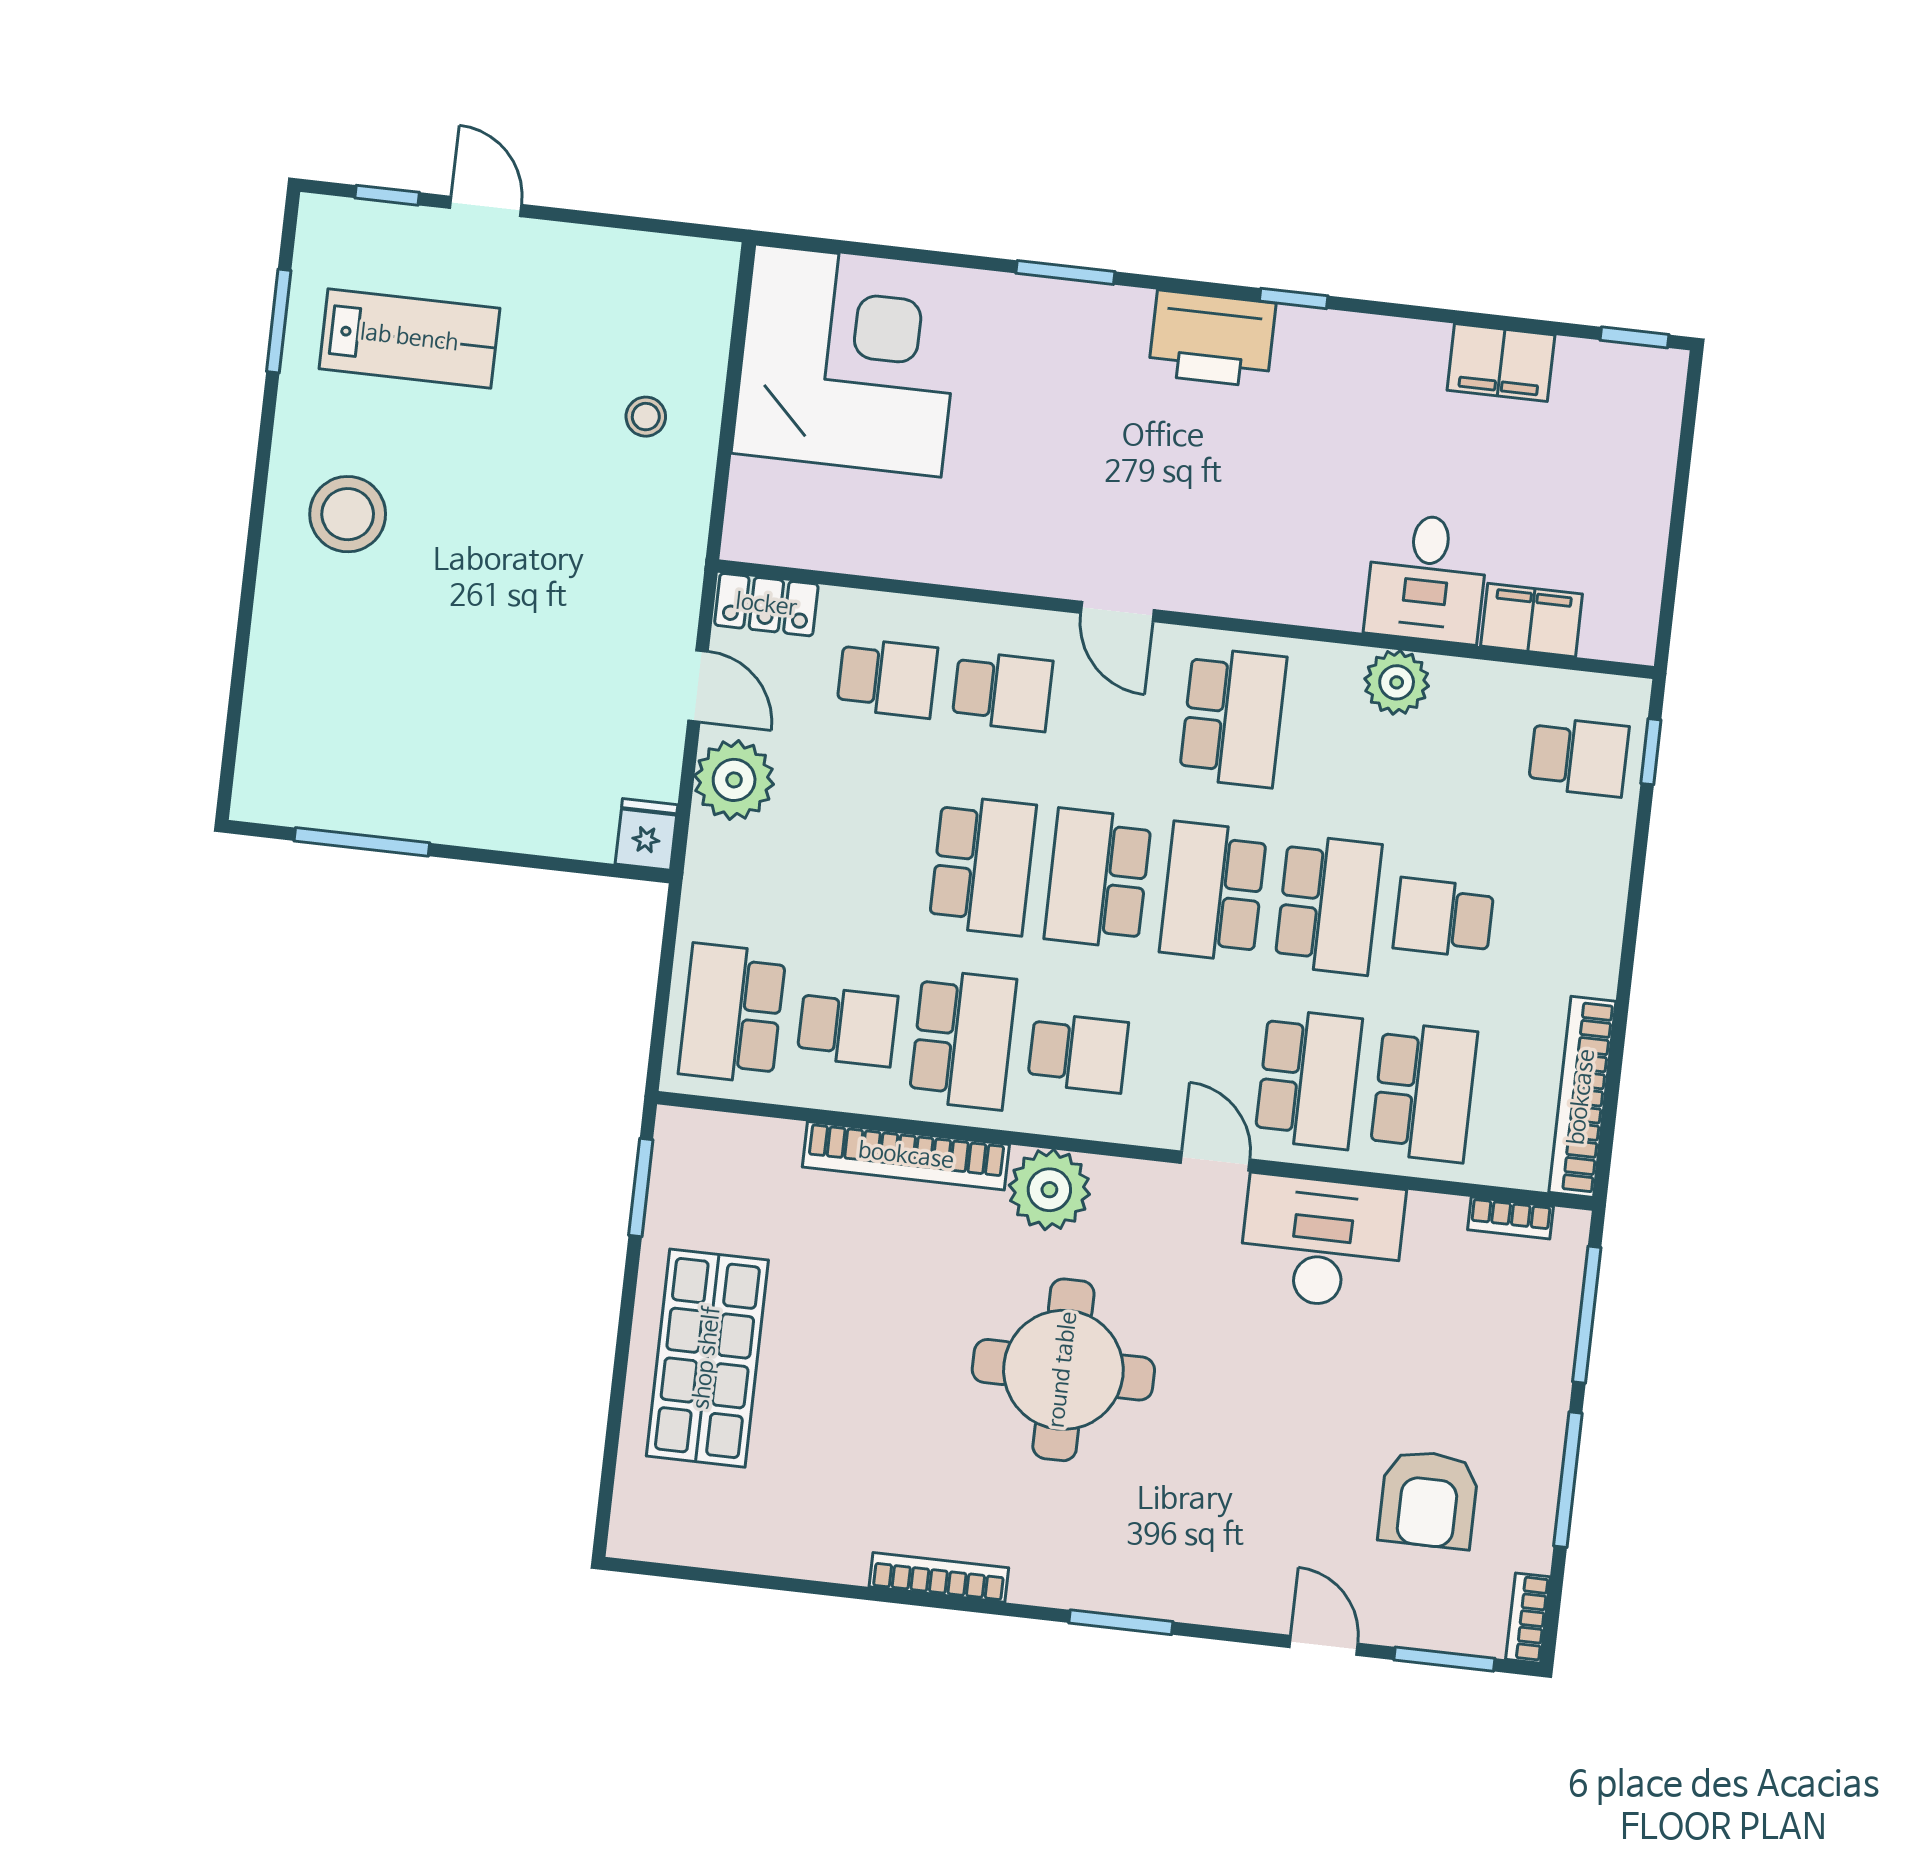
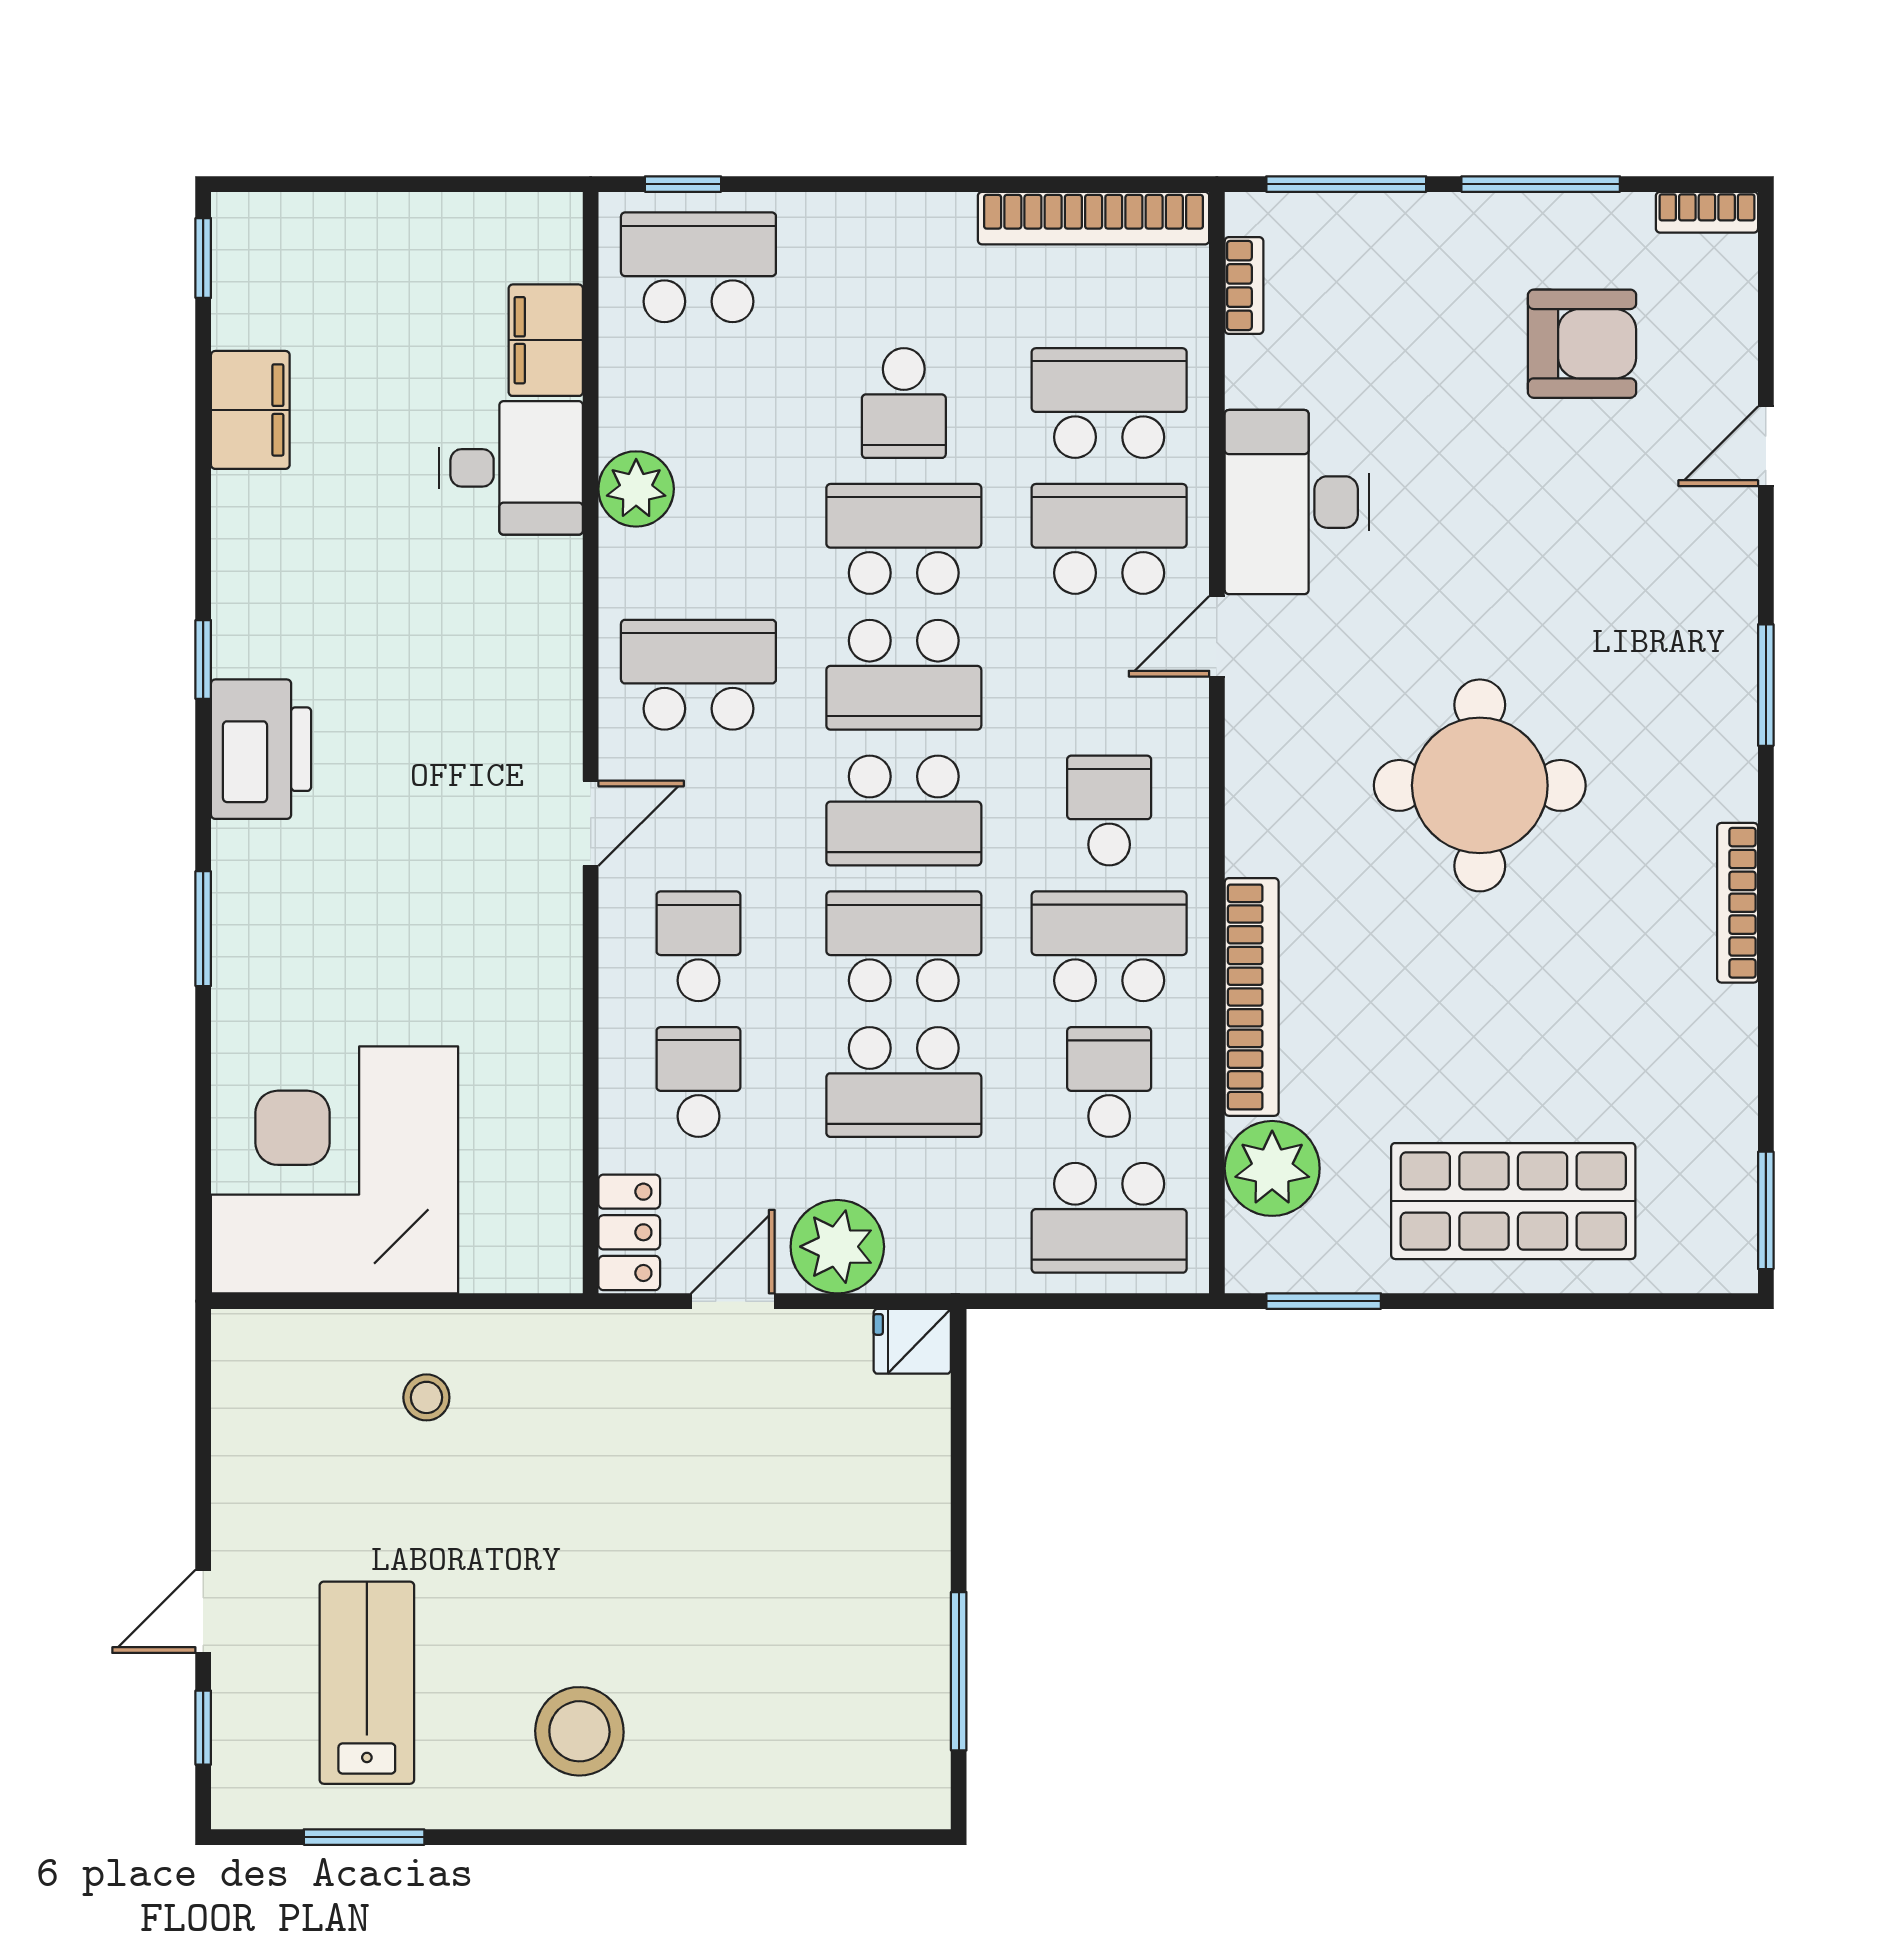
school desk: (1579, 757) -> (698, 267), width x1.85
school desk: (867, 852) -> (904, 1082), added
plant: (1049, 1190) -> (1272, 1168), moved
window: (1444, 1659) -> (1766, 1210), moved

